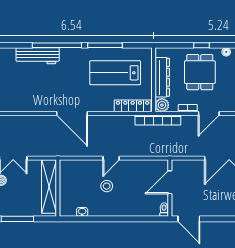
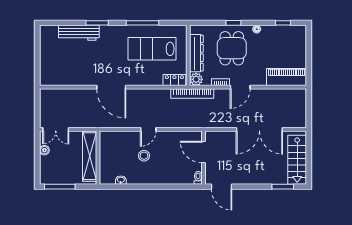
window: (57, 45) -> (97, 23), width x0.47
locker: (133, 106) -> (174, 80), width x0.66
door: (170, 182) -> (203, 152), hinge flipped

